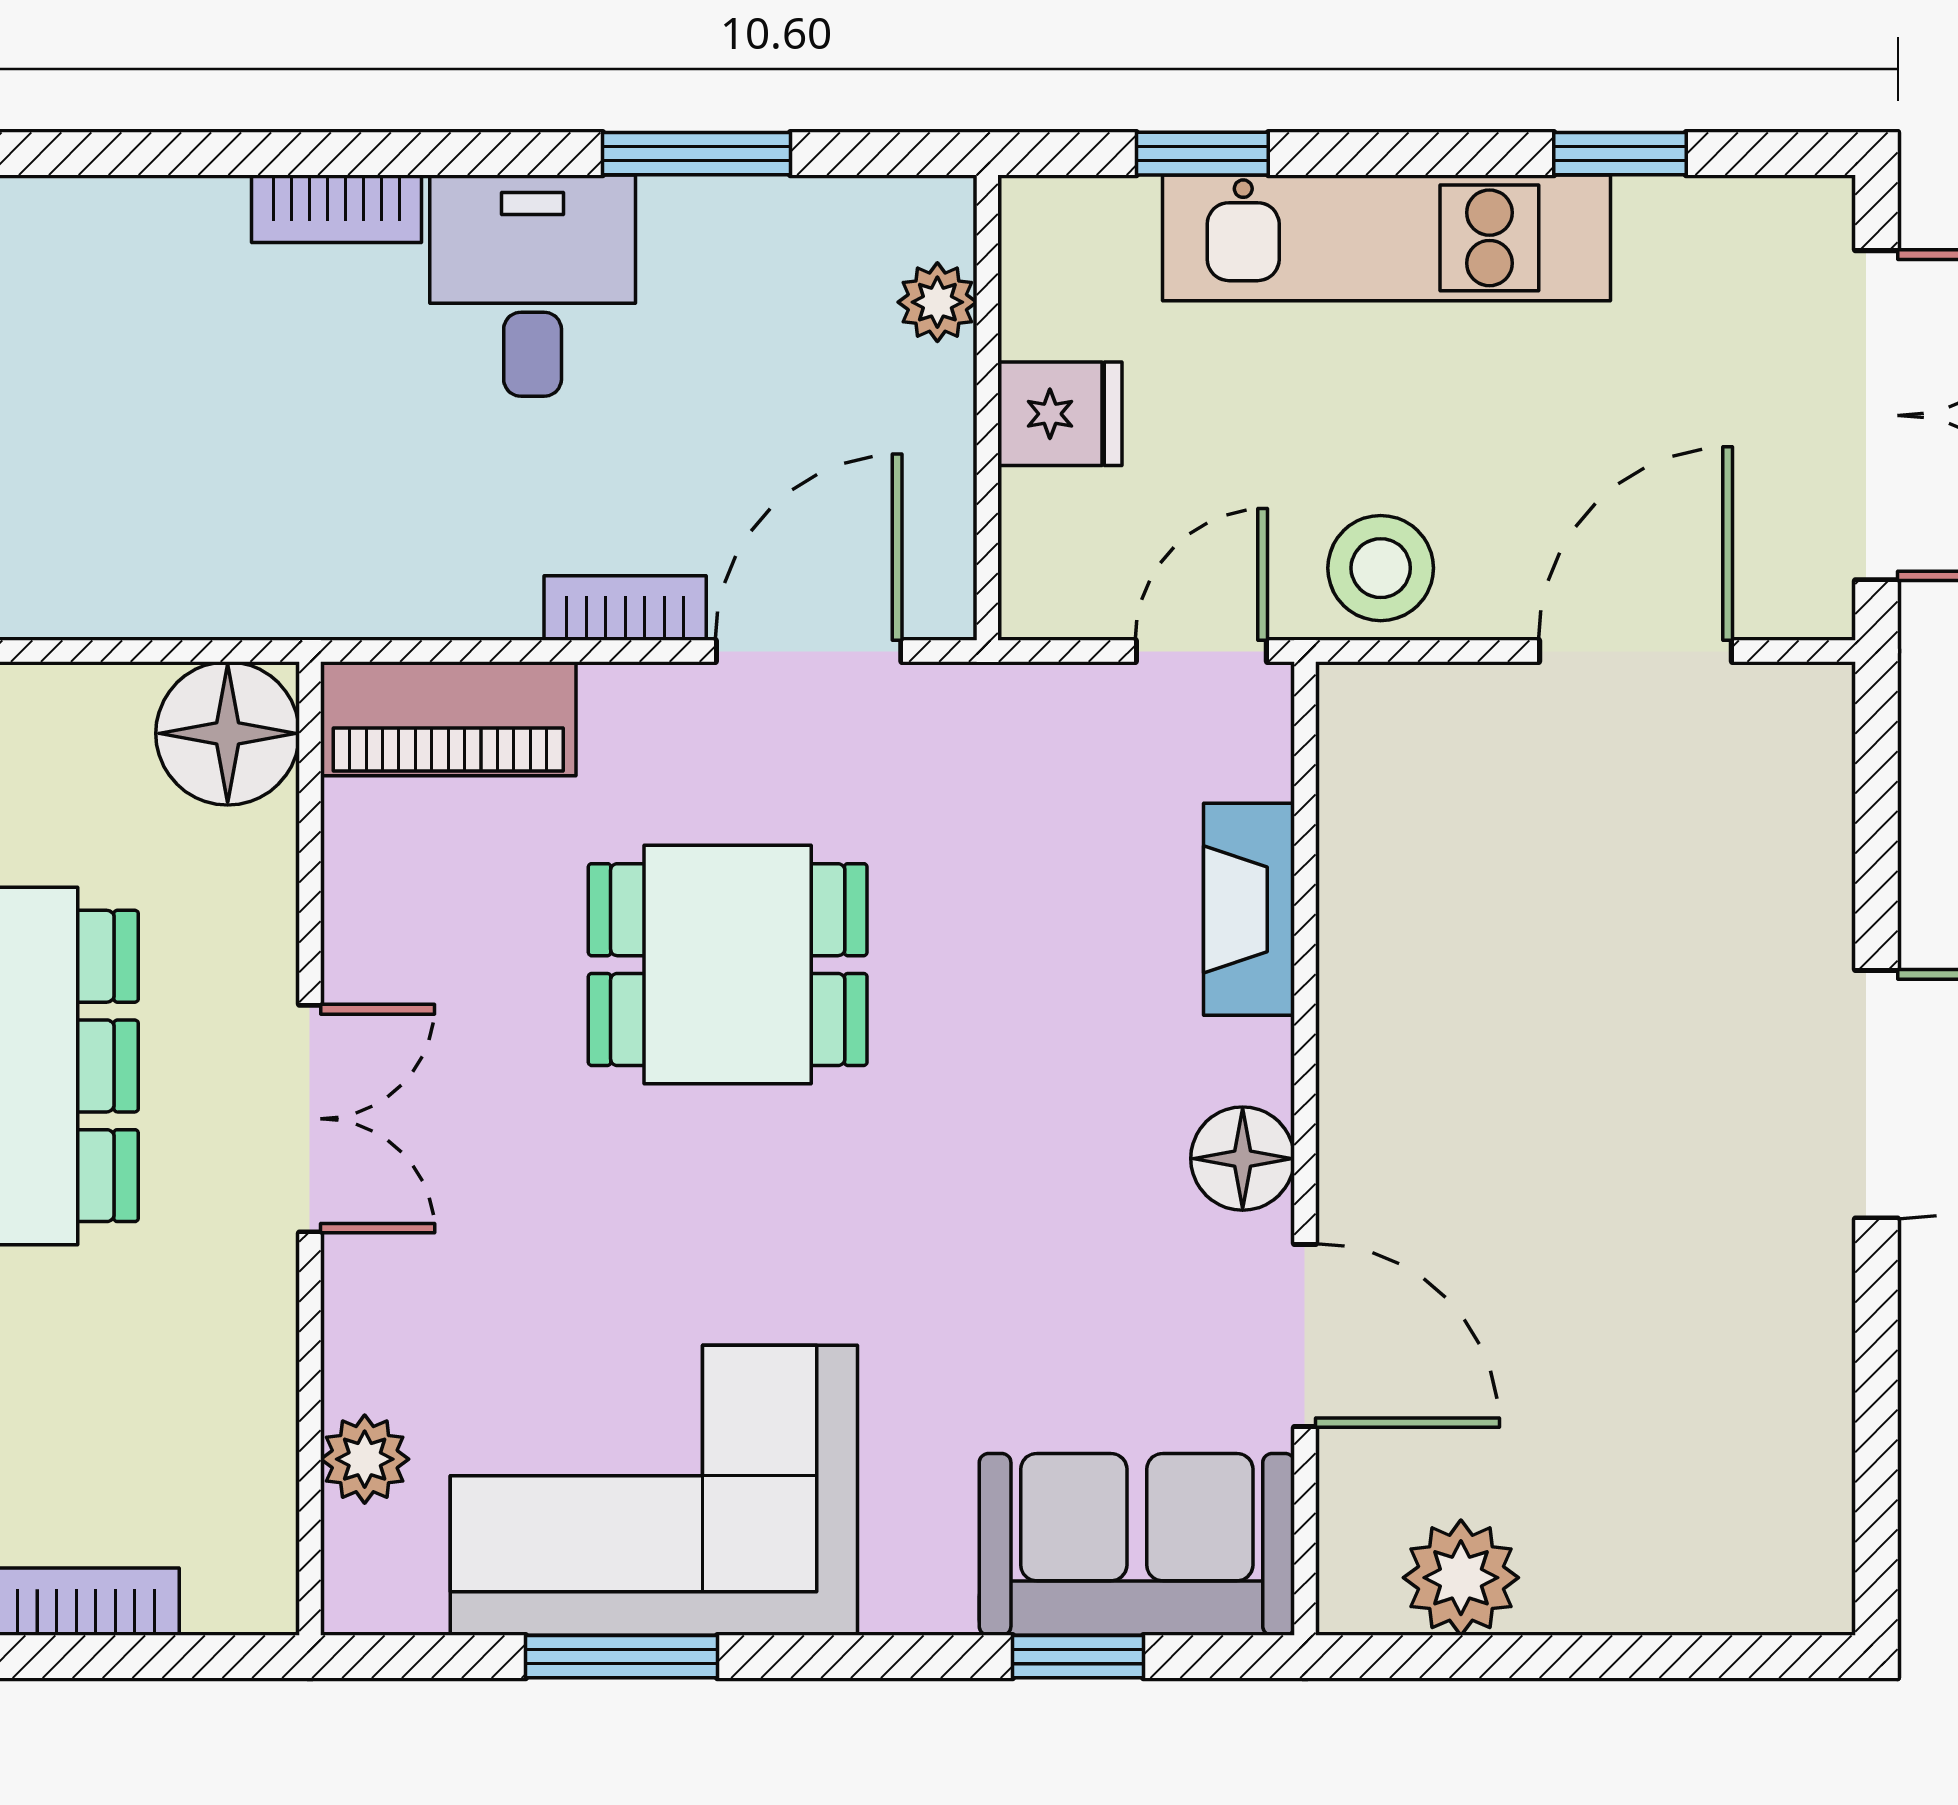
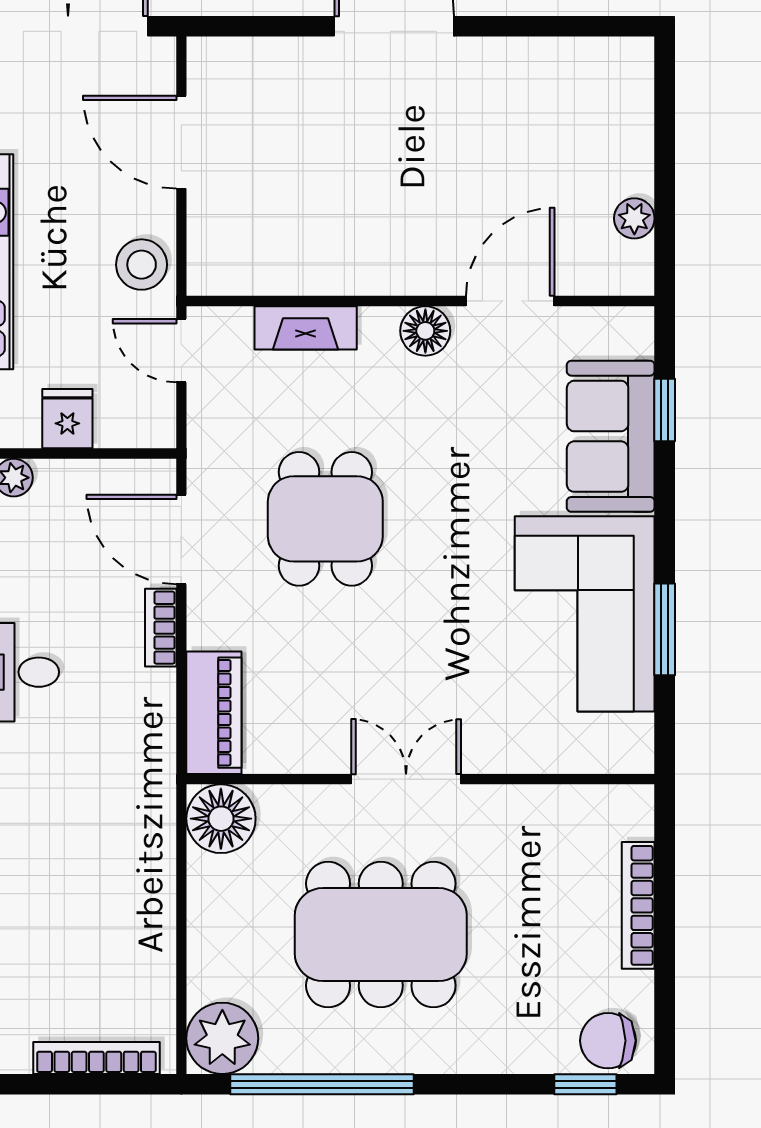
dining table: (728, 965) -> (325, 519), moved
plant: (365, 1459) -> (570, 753), removed
sofa: (1137, 1544) -> (611, 436), moved
plant: (1461, 1578) -> (634, 218), width x0.73, depth x0.73

